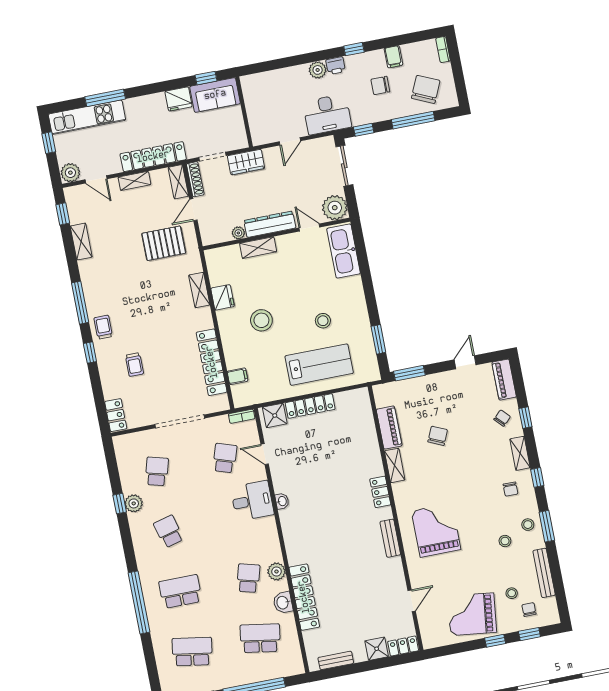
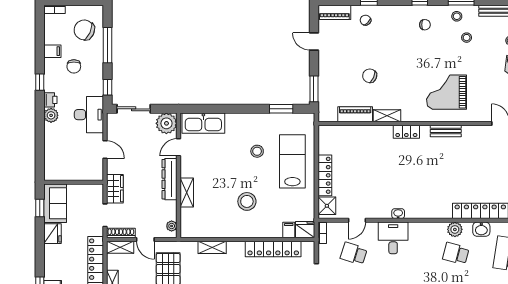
plant: (238, 233) -> (172, 226), moved
fridge: (223, 297) -> (305, 230), moved
shelving: (520, 453) -> (397, 11), removed

